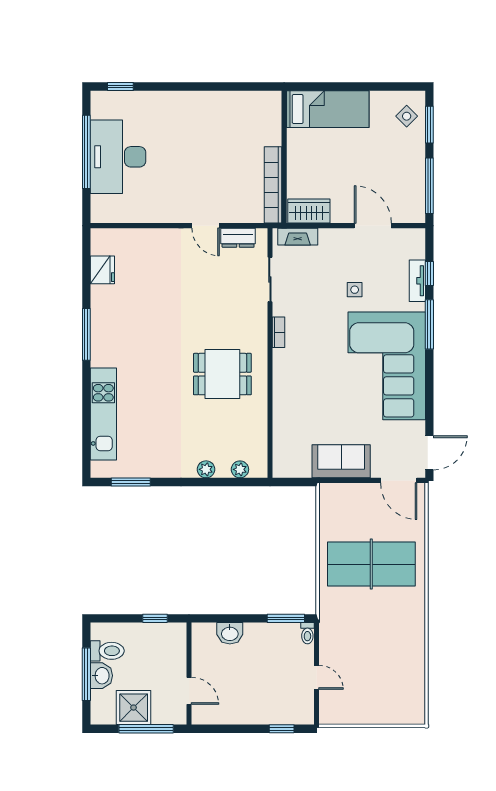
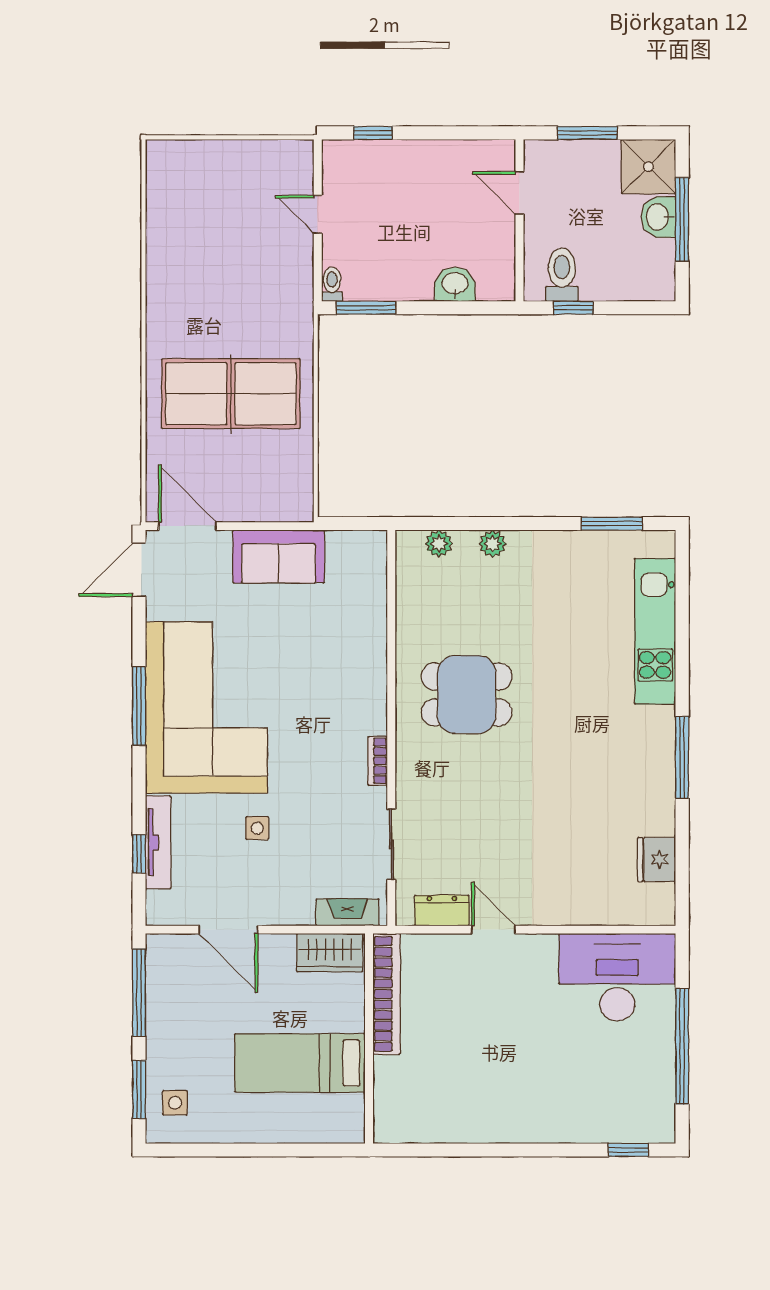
bed: (328, 109) -> (300, 1063), moved
side table: (407, 116) -> (175, 1103), turned 45
desk: (118, 157) -> (617, 977), moved, turned -90
tv unit: (417, 281) -> (158, 842), width x1.41
window: (429, 324) -> (139, 706), moved
toilet: (107, 651) -> (562, 275), moved, turned 90
shower: (134, 708) -> (648, 167), moved
window: (146, 729) -> (587, 133), width x0.69

